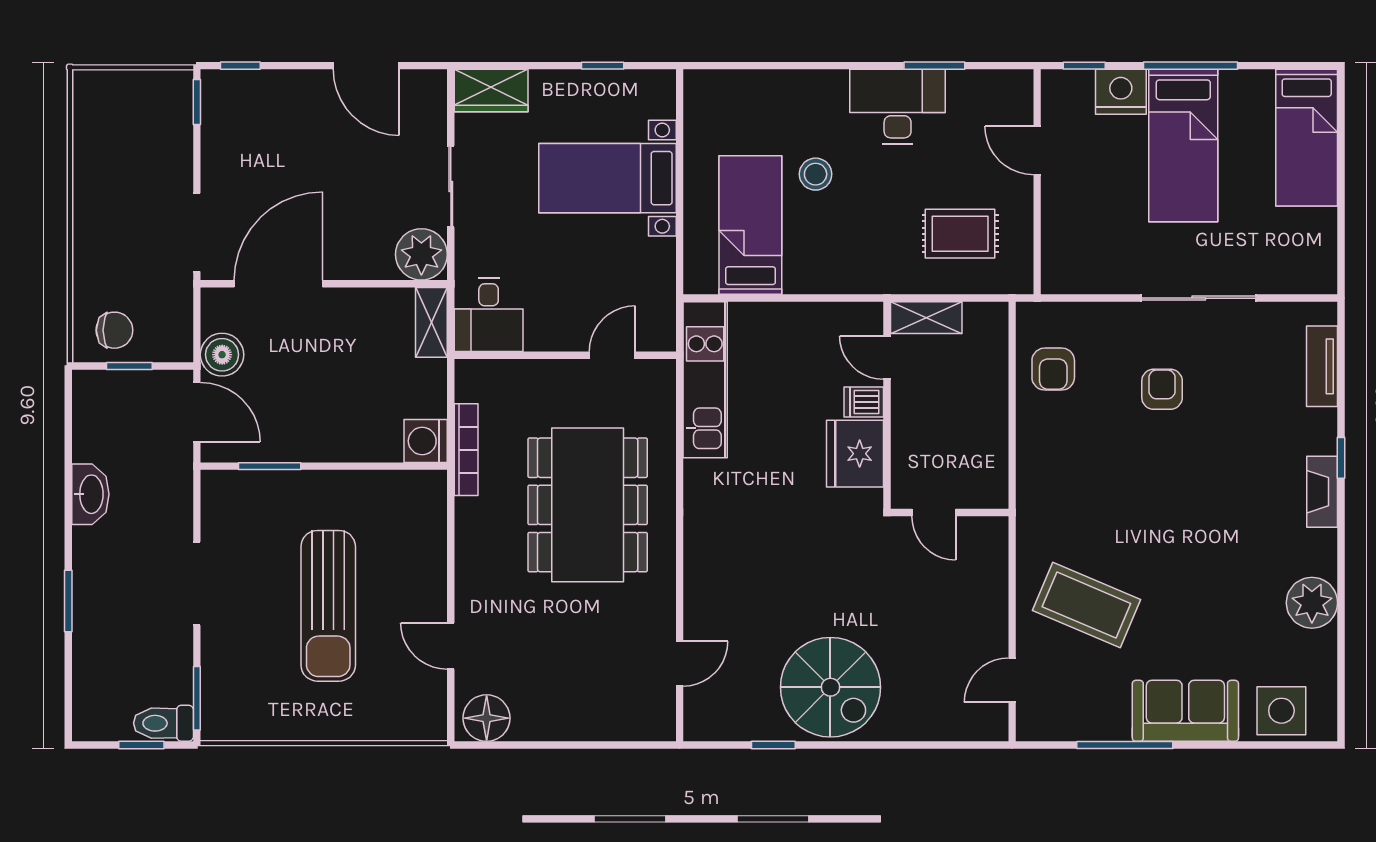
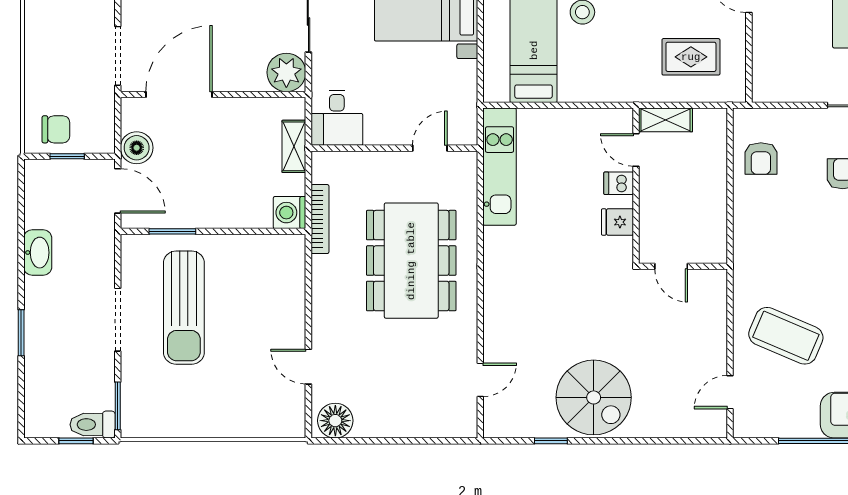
shelving: (431, 322) -> (294, 146), moved
fridge: (855, 454) -> (617, 222), width x0.53, depth x0.75
sun lounger: (328, 606) -> (184, 308), moved

